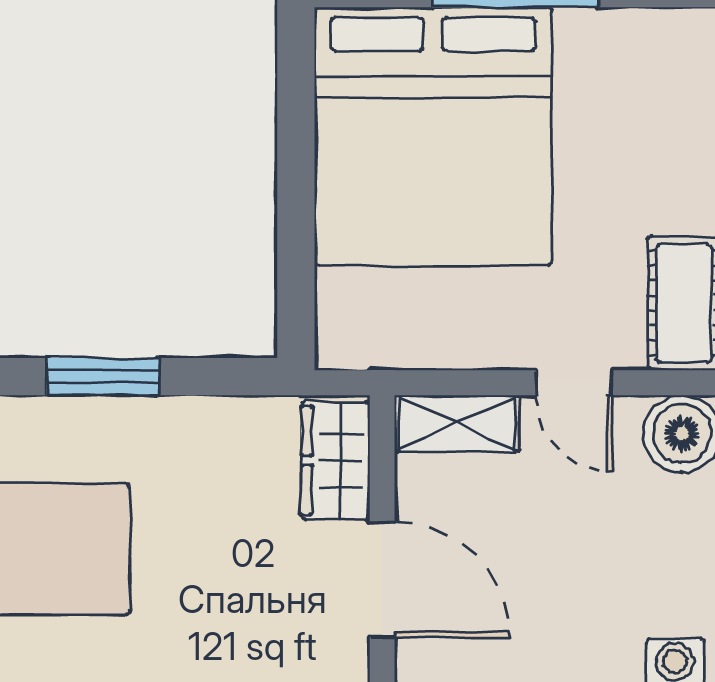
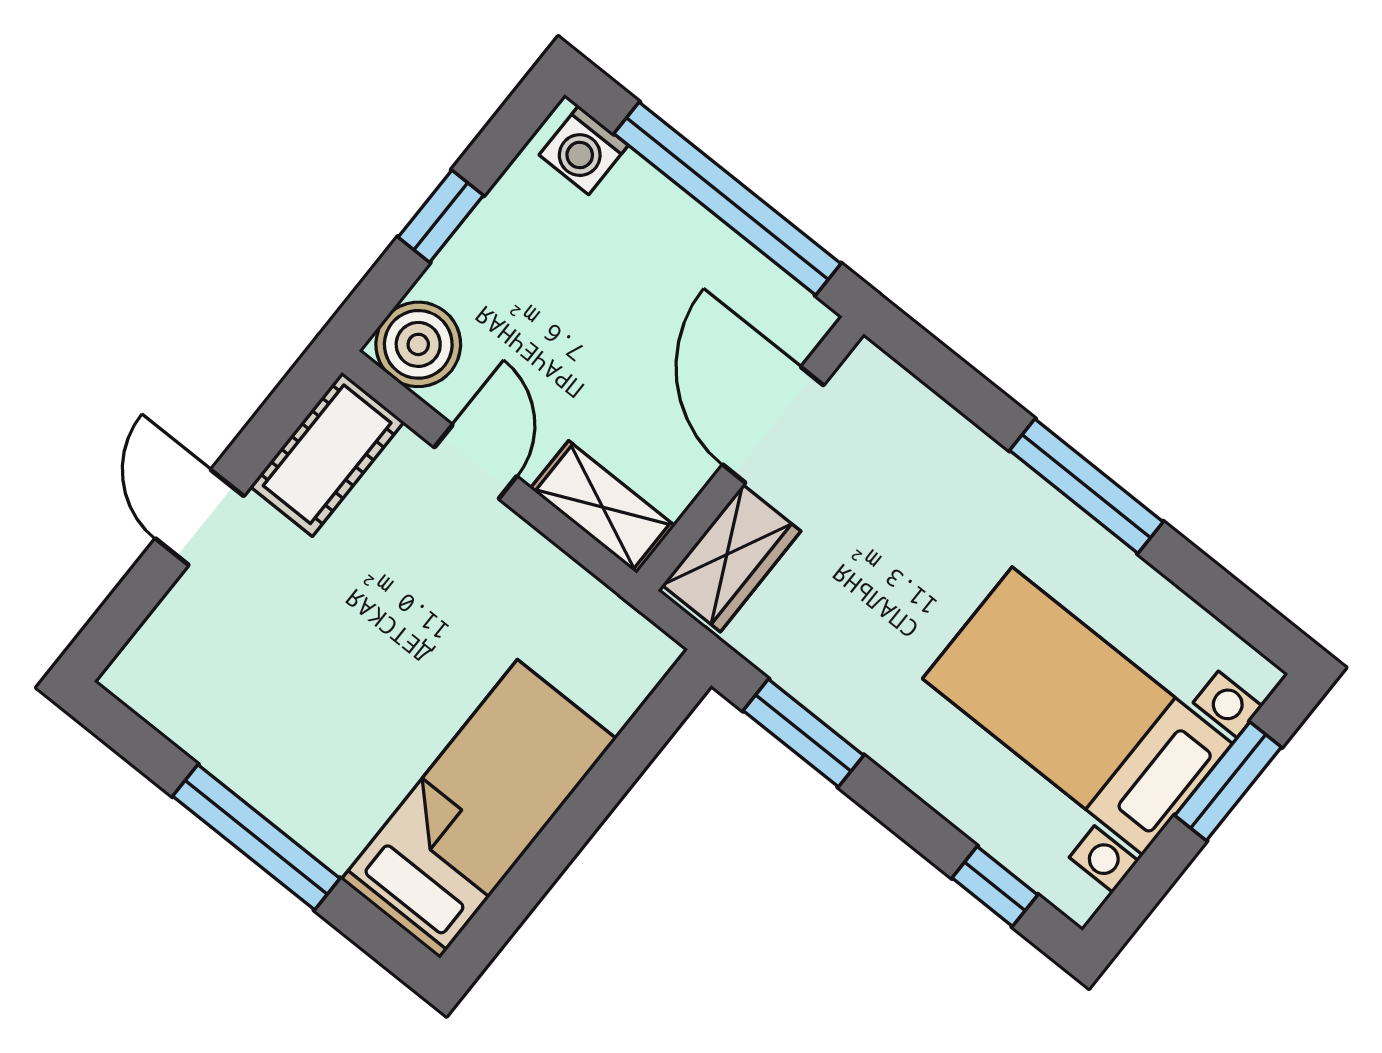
bed: (433, 136) -> (479, 809), width x0.49
window: (103, 377) -> (803, 733), moved

